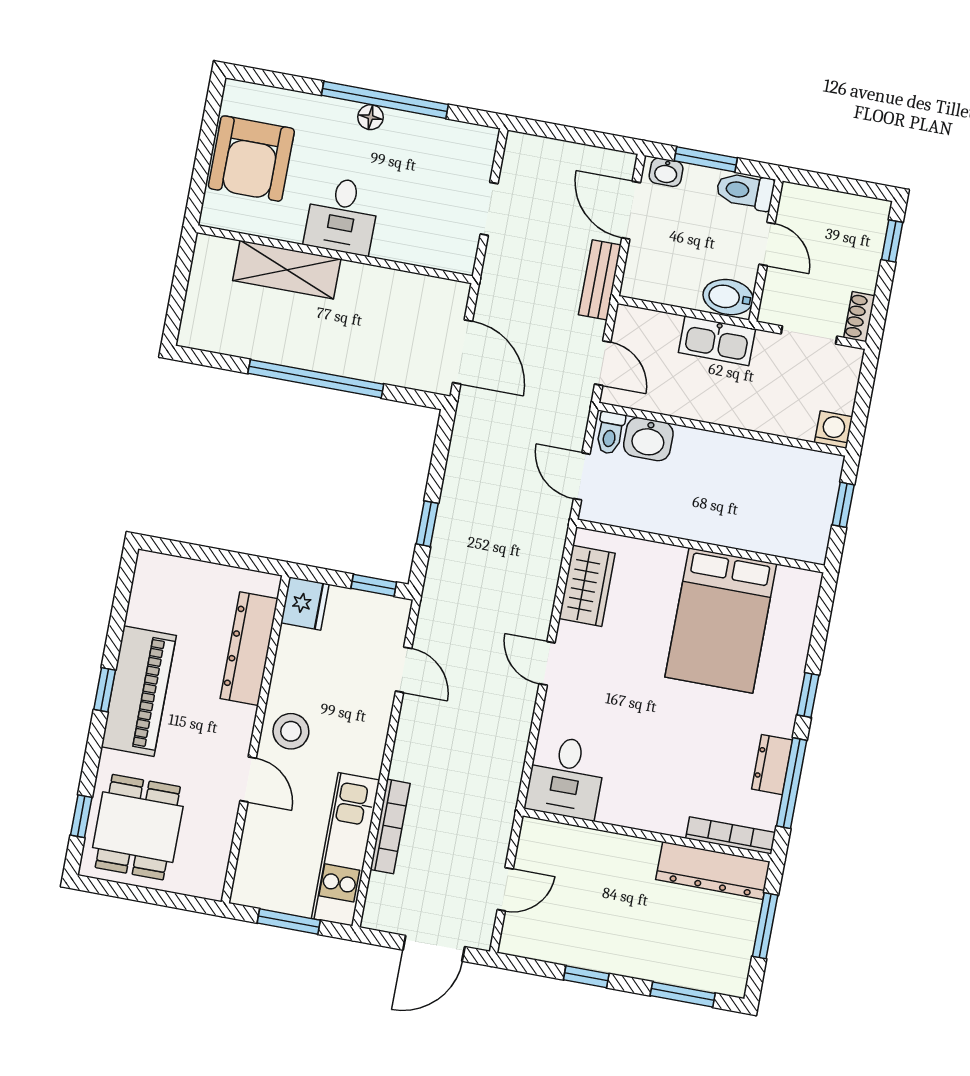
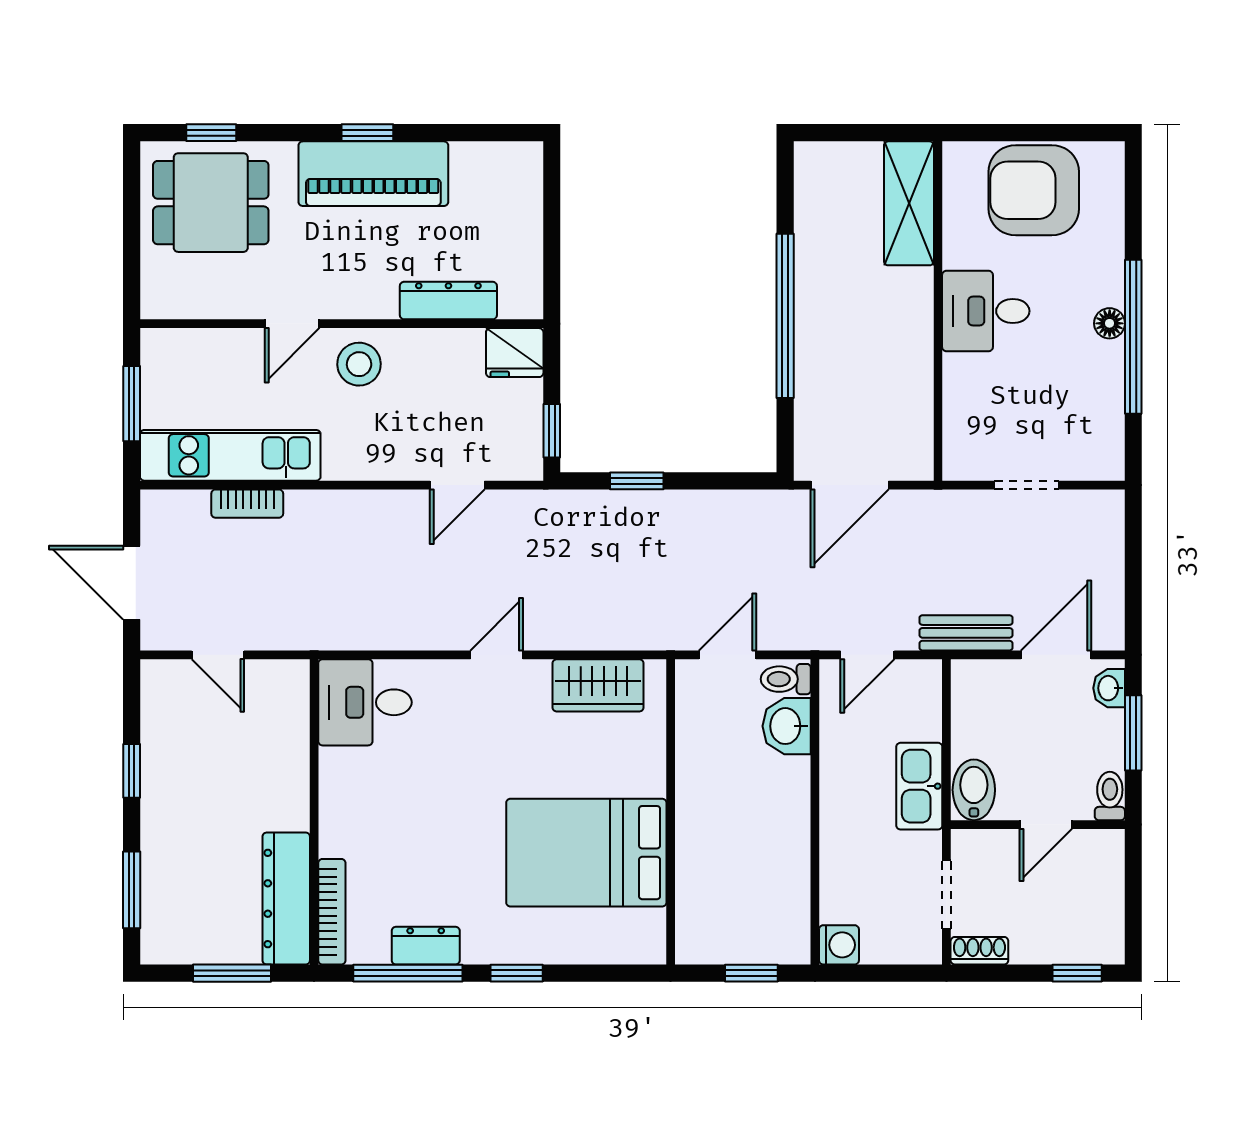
toilet: (745, 191) -> (1110, 796), width x0.73, depth x0.72
shelving: (287, 270) -> (909, 203), moved
dresser: (249, 649) -> (448, 301), width x0.73, depth x0.80
bookcase: (390, 826) -> (247, 504), width x0.64

